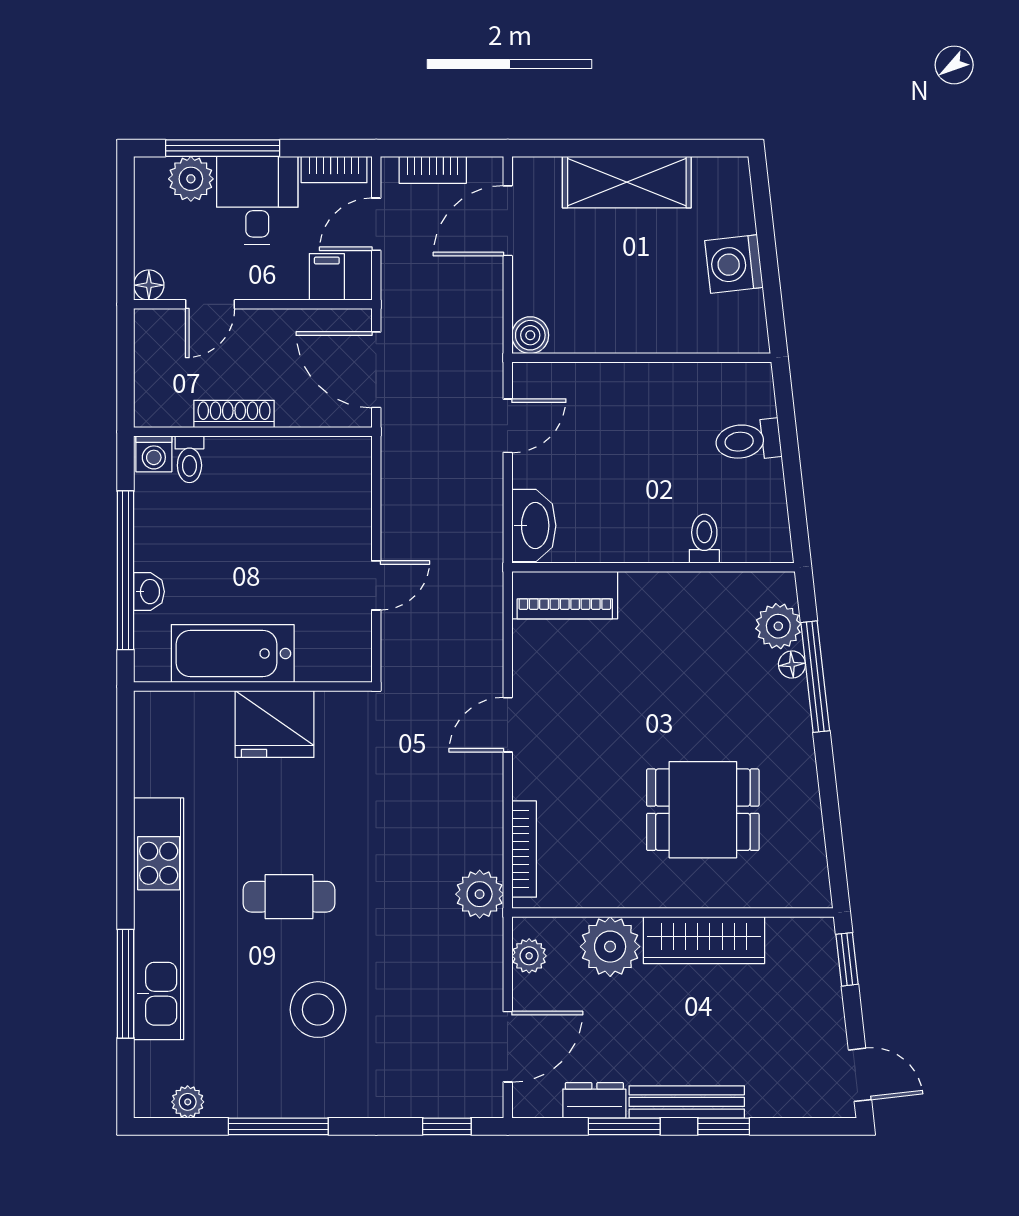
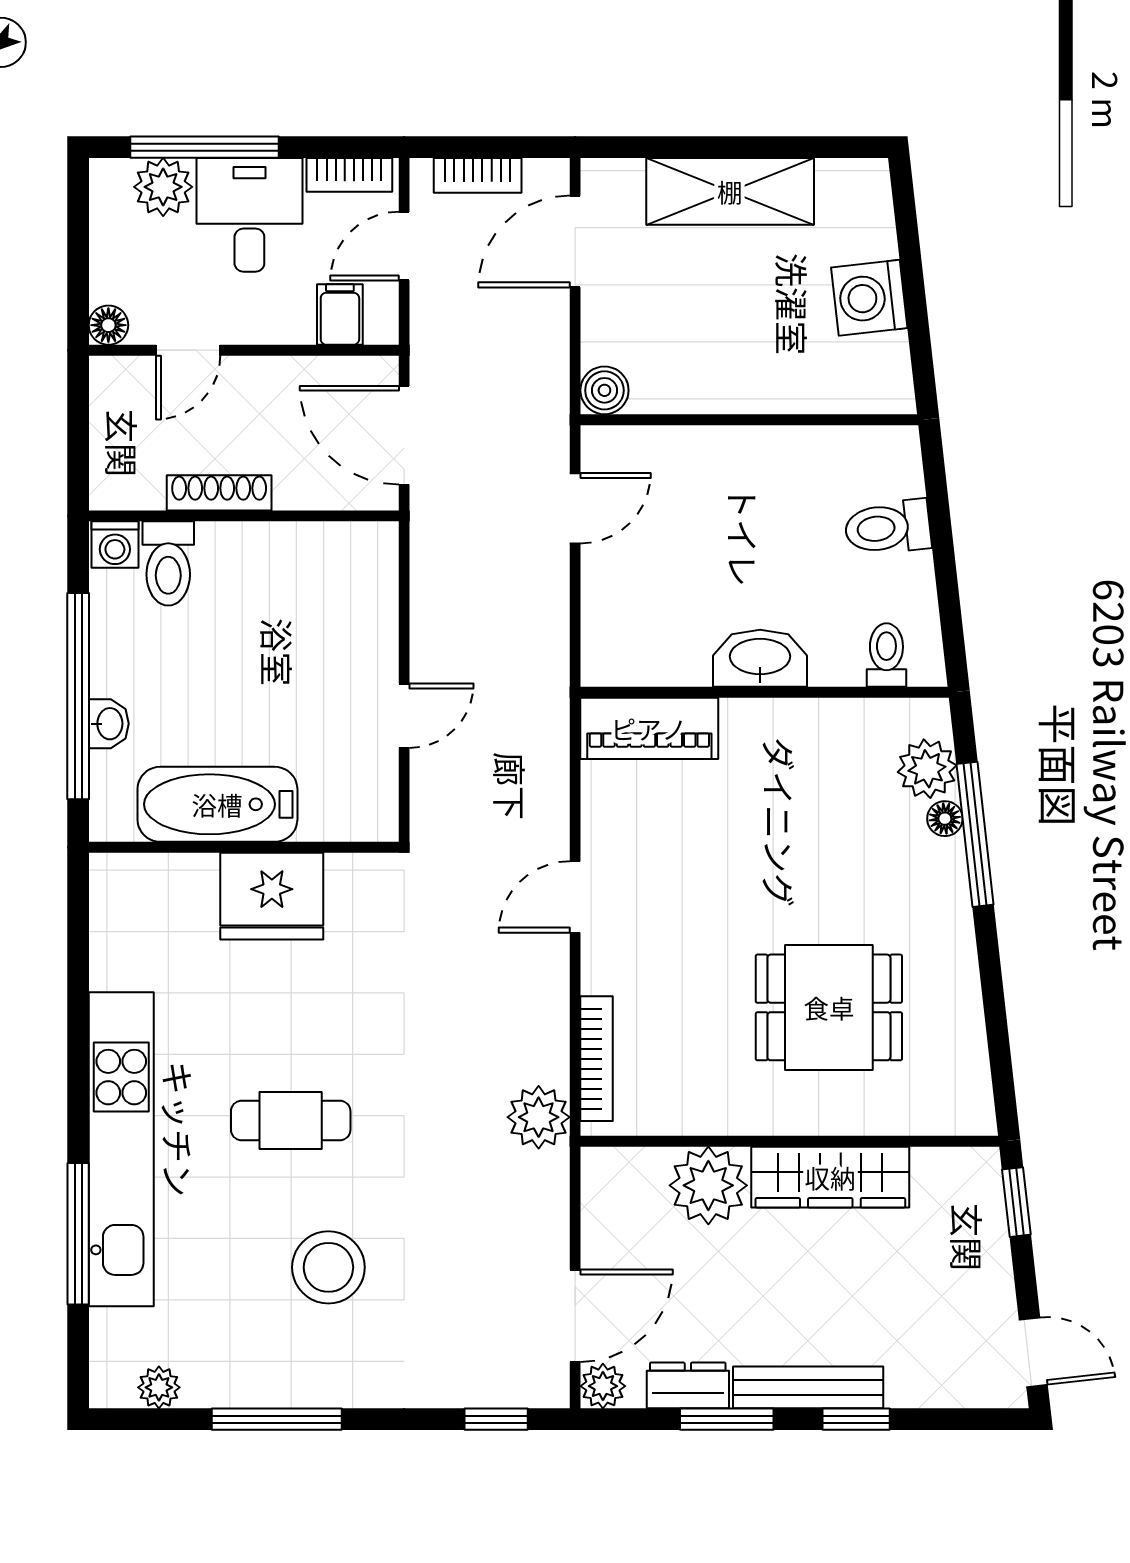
toilet: (189, 459) -> (168, 563), width x1.37, depth x1.39
washbasin: (534, 526) -> (760, 658), moved, turned -90
toilet: (704, 539) -> (886, 655), moved
plant: (529, 956) -> (603, 1386), moved

